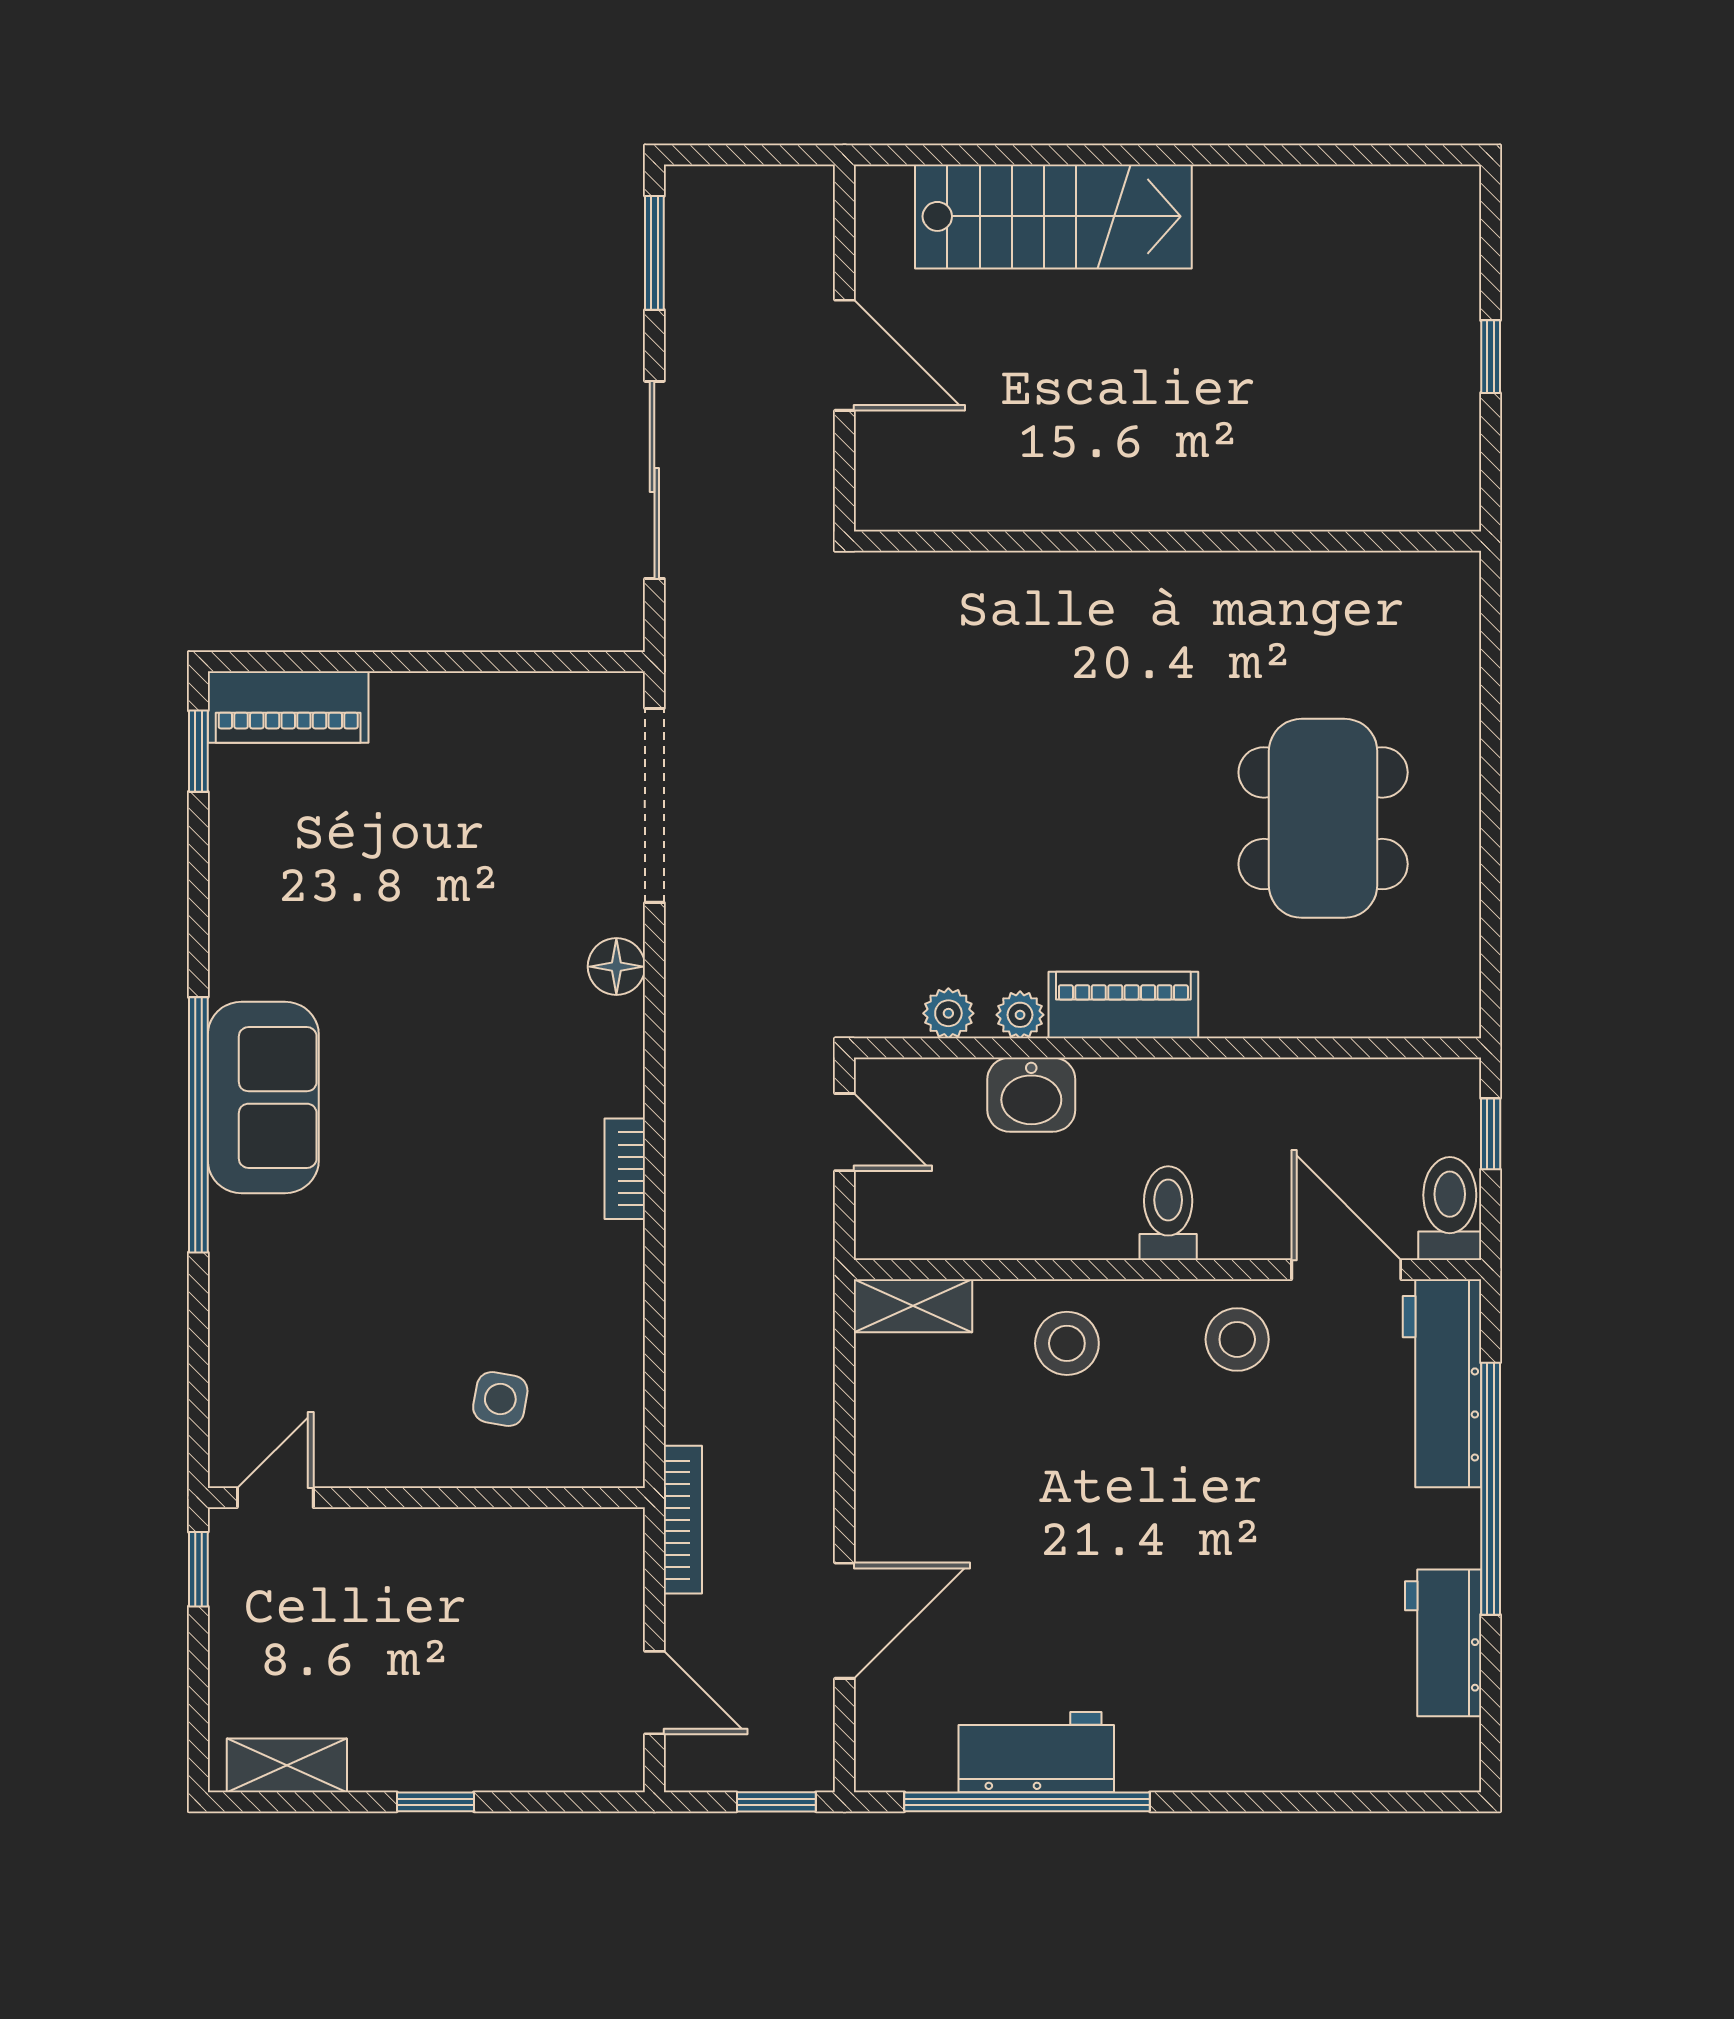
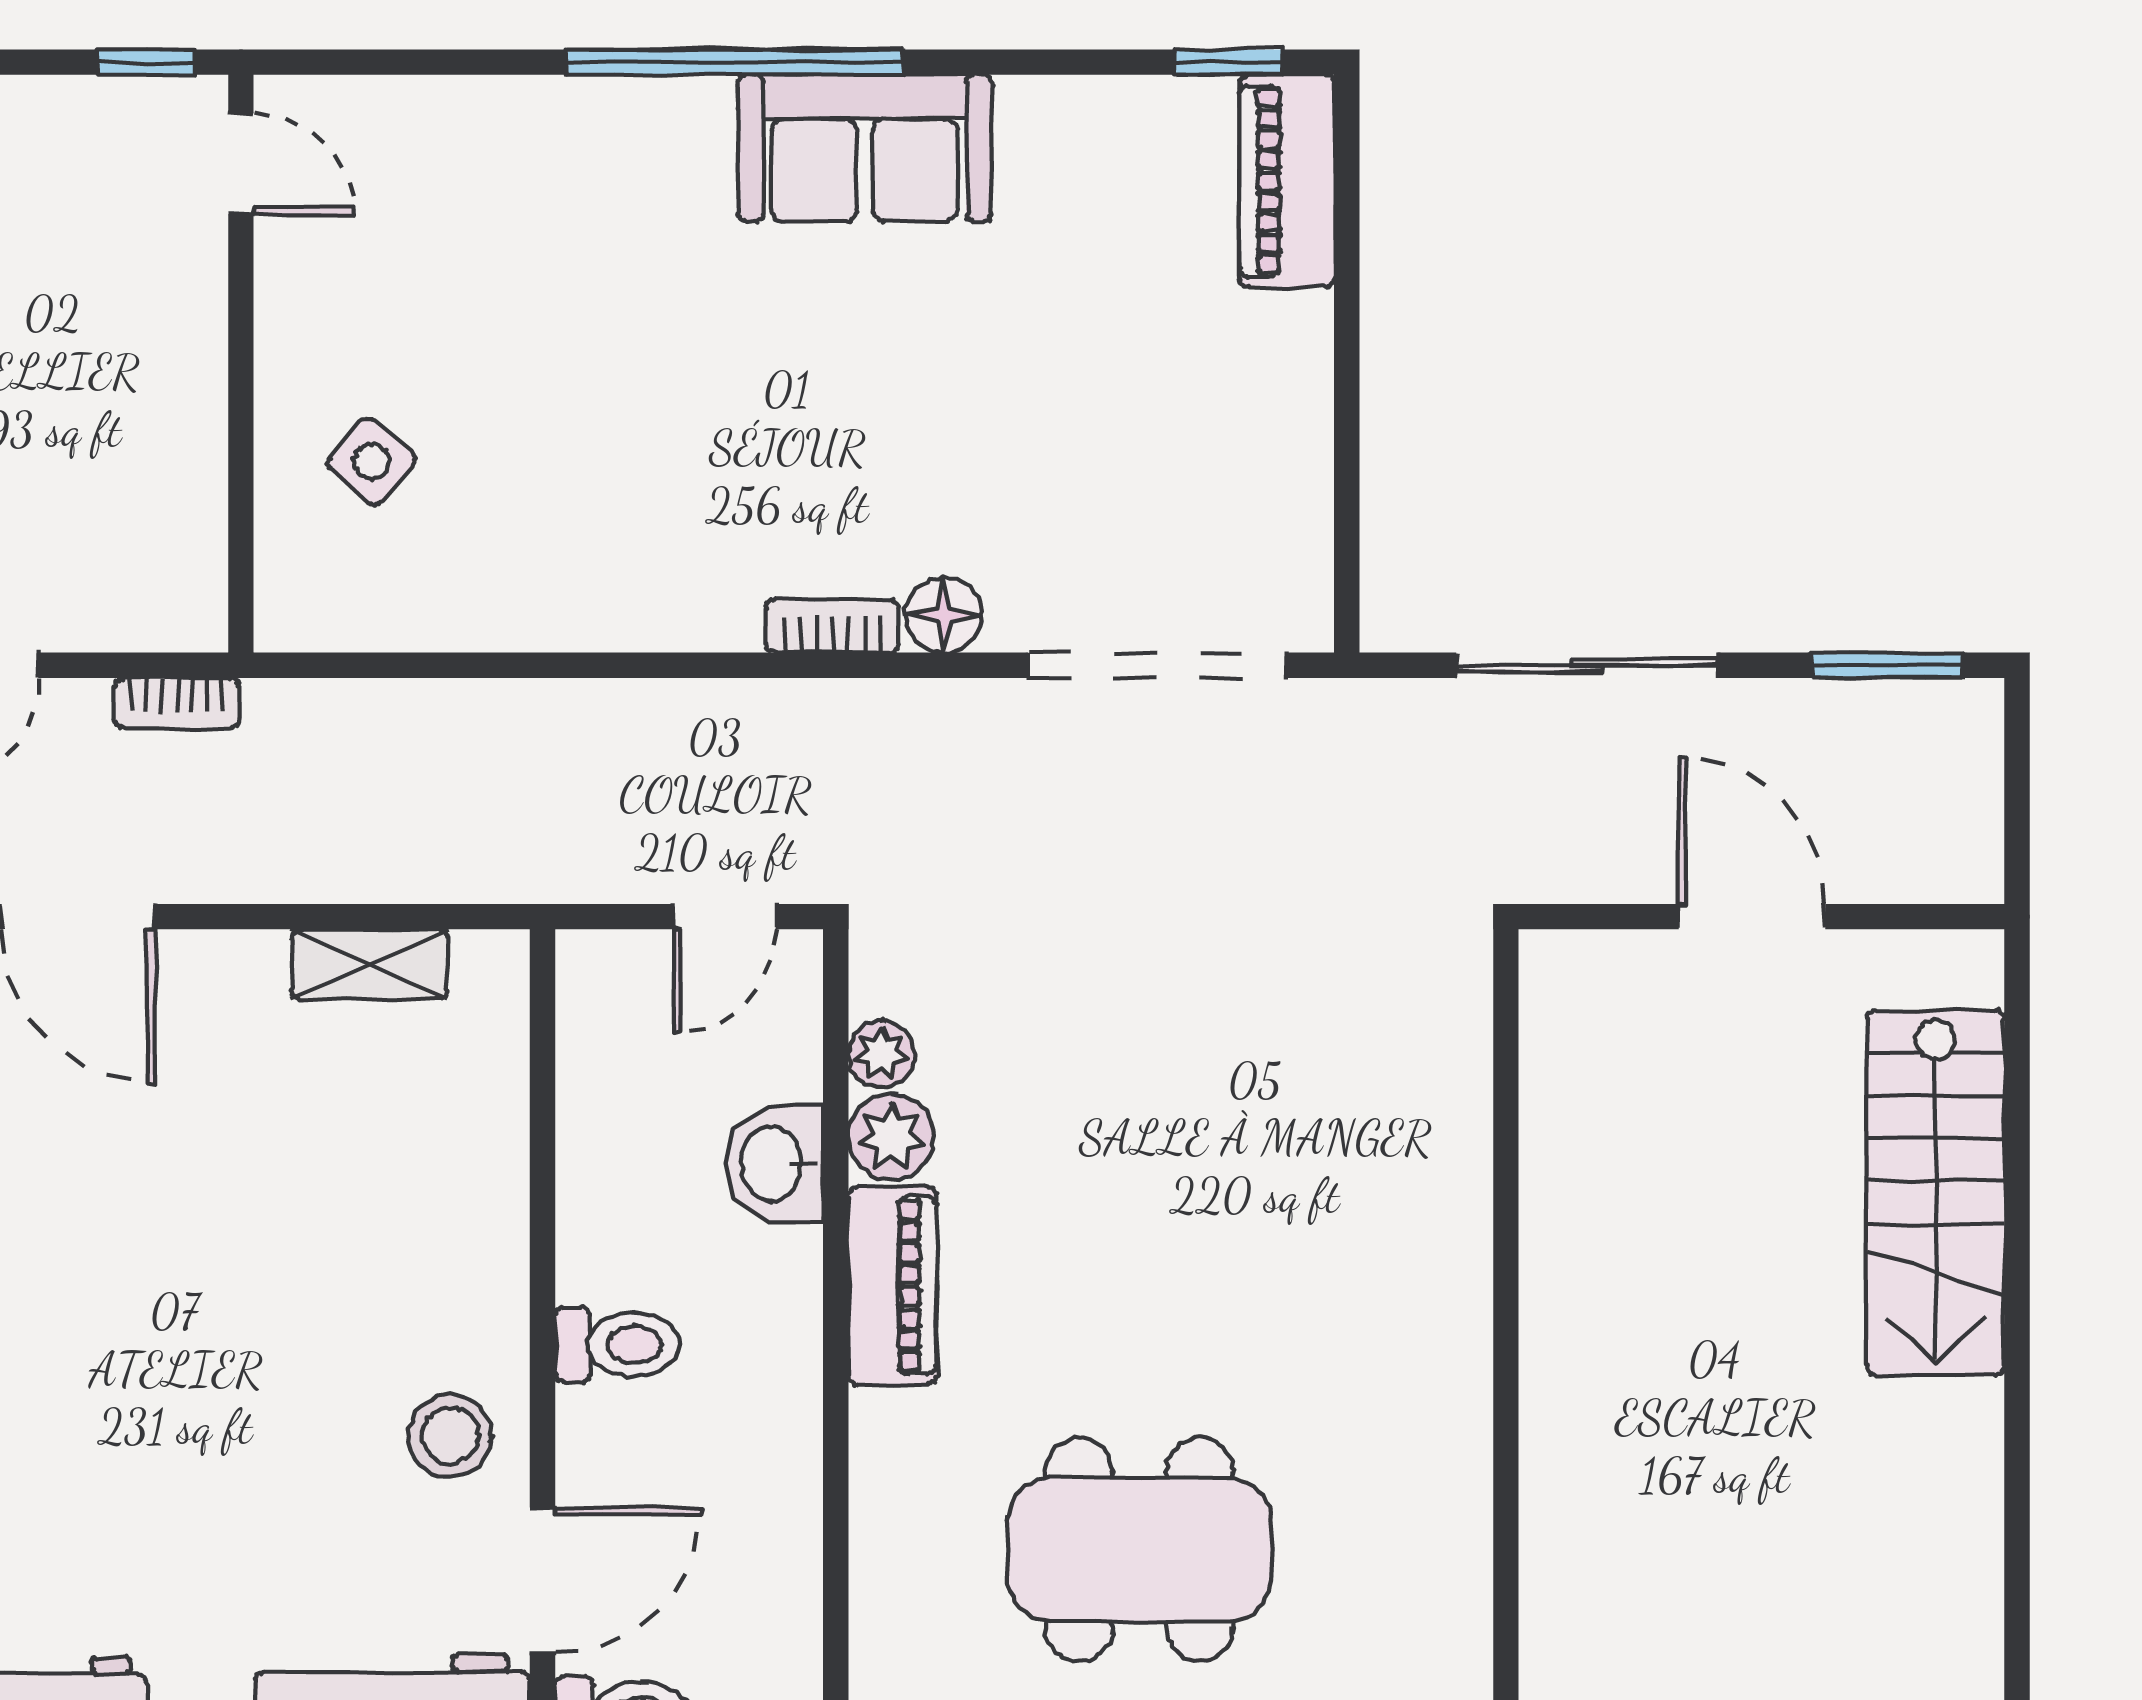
door: (844, 355) -> (1752, 917), swing flipped
plant: (1020, 1015) -> (891, 1137), width x1.38, depth x1.38
sofa: (263, 1097) -> (865, 148), moved
bookcase: (625, 1169) -> (832, 626), moved
shelving: (913, 1306) -> (370, 964), moved, turned 90
stool: (1067, 1343) -> (445, 1211), removed
side table: (500, 1399) -> (371, 461), turned 31
bookcase: (683, 1520) -> (177, 703), width x0.64

